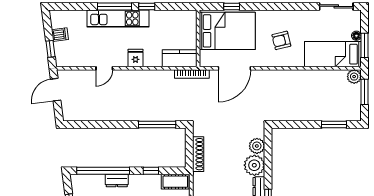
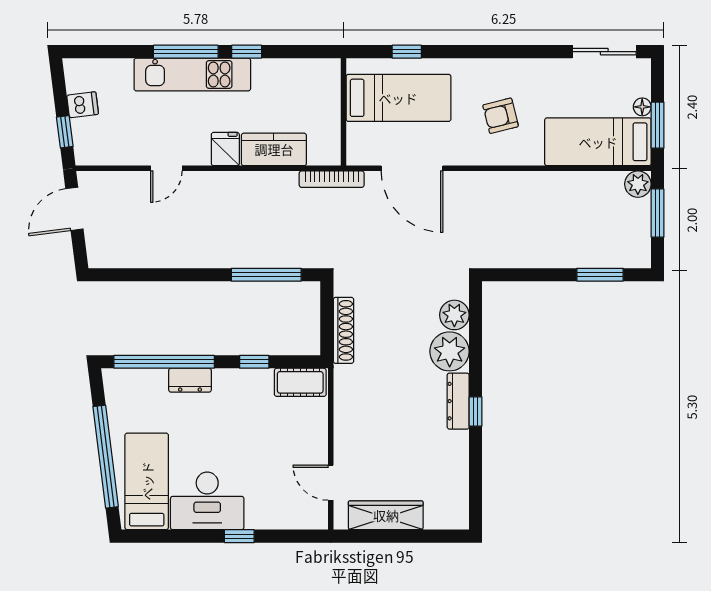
bed: (227, 31) -> (398, 98), width x0.67
kitchen counter: (180, 58) -> (274, 149), moved
door: (234, 68) -> (412, 168), hinge flipped

